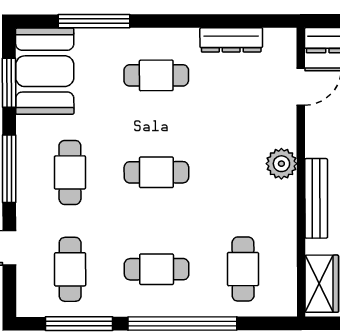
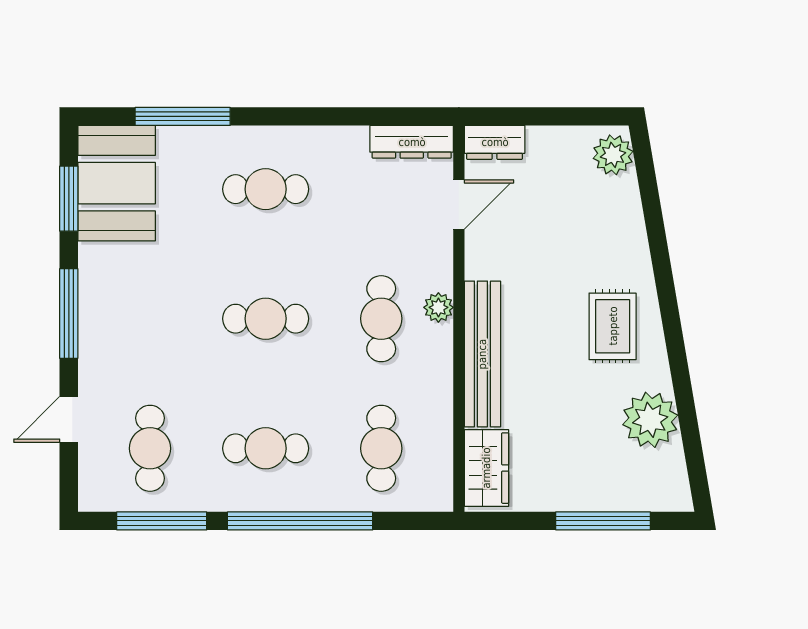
dresser: (231, 40) -> (412, 142), moved
plant: (281, 164) -> (438, 307), width x0.73, depth x0.73
cafe table: (70, 172) -> (381, 319), moved
bench: (316, 198) -> (482, 354), width x1.37, depth x1.21

